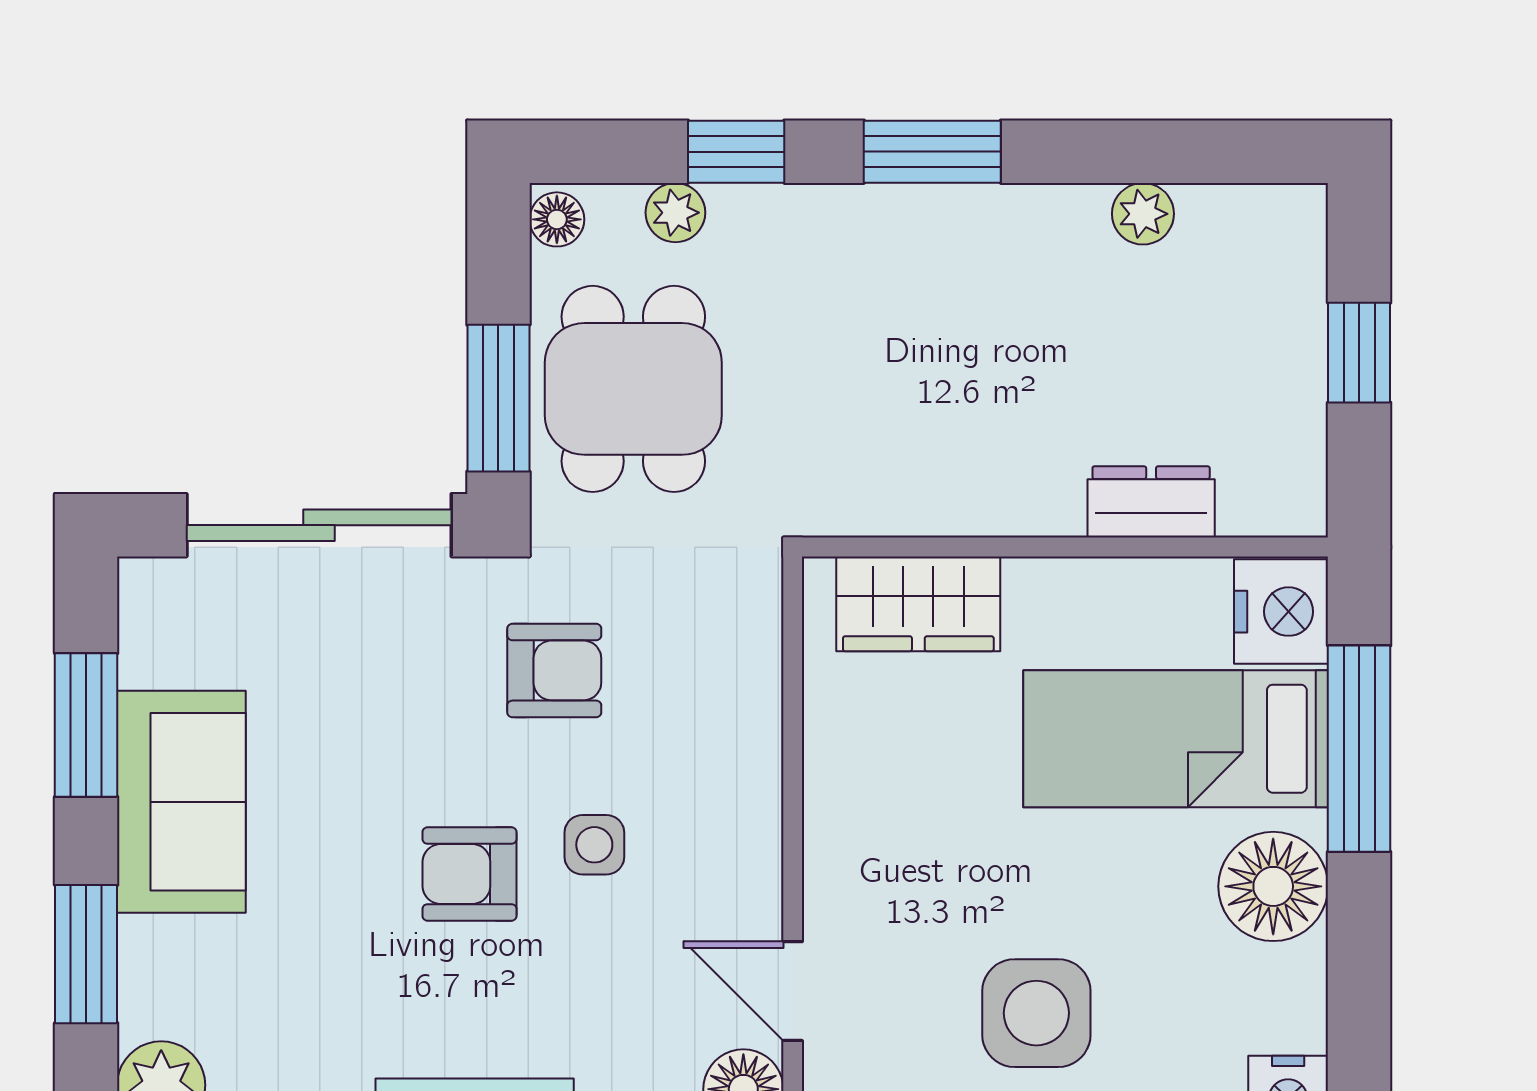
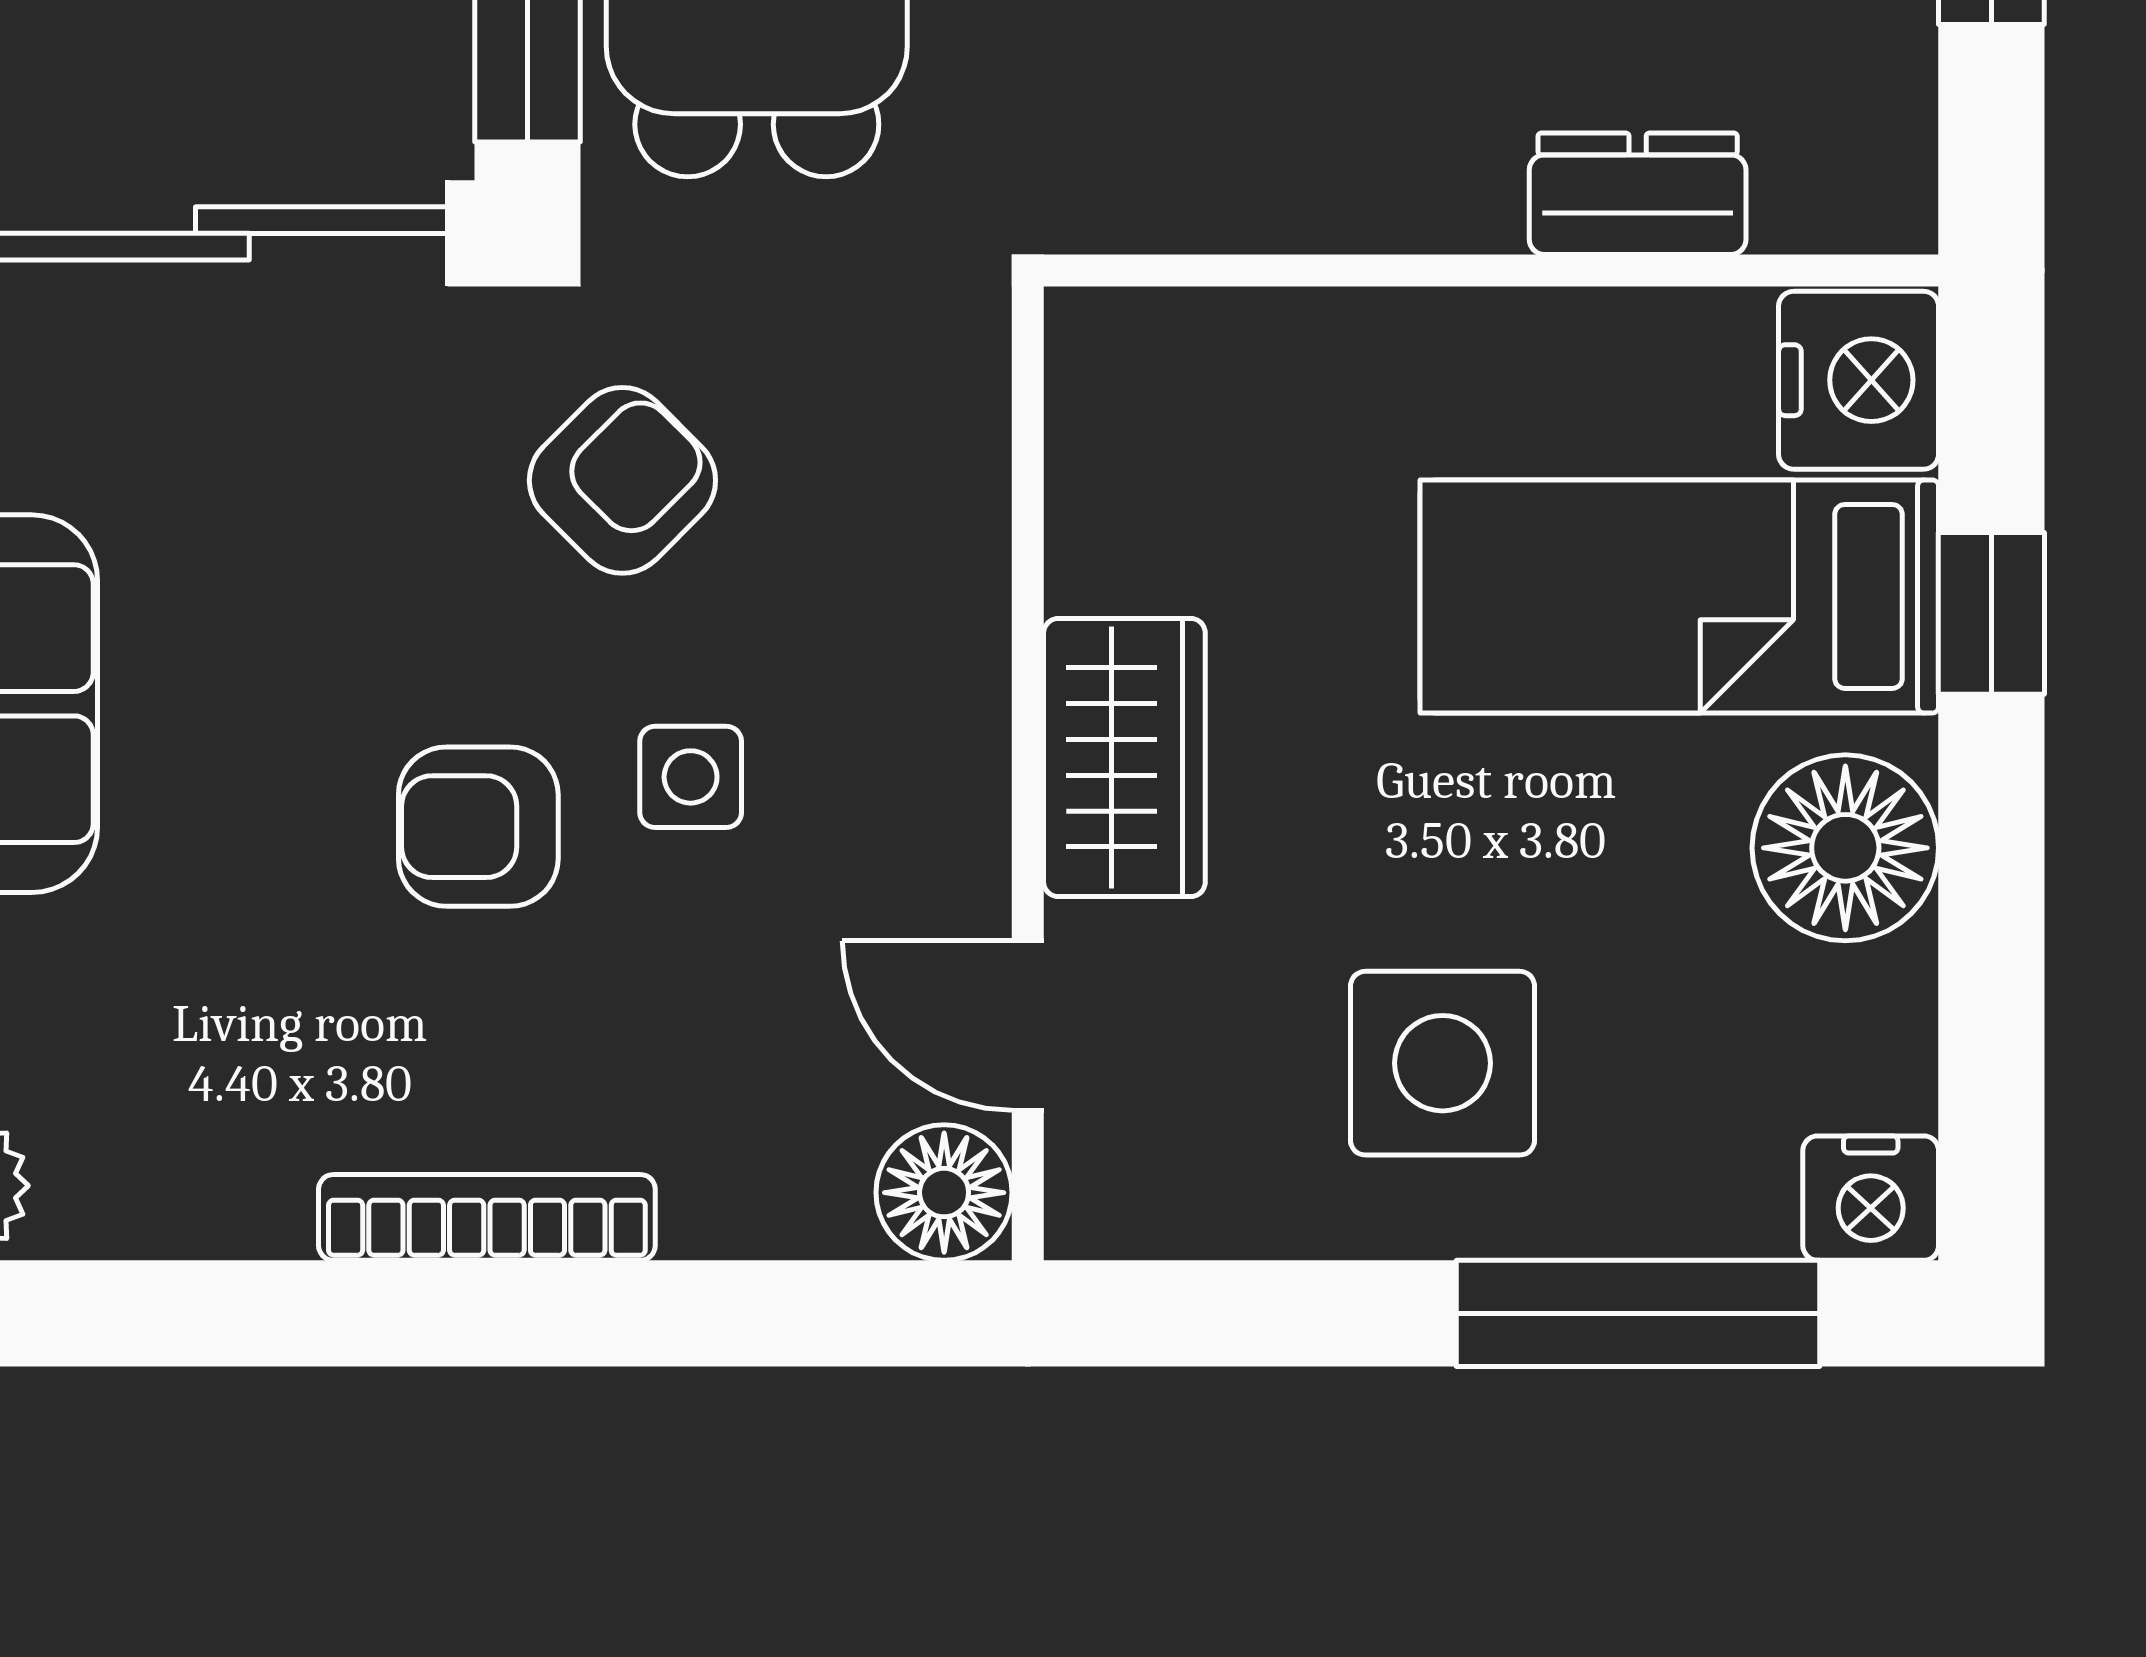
wardrobe: (918, 604) -> (1124, 757), moved, turned -90
armchair: (554, 670) -> (622, 480), turned -45
window: (1359, 749) -> (1991, 613), width x0.46

